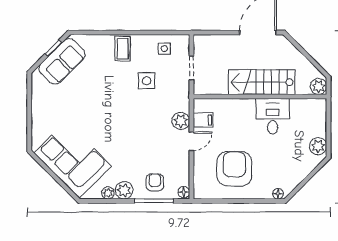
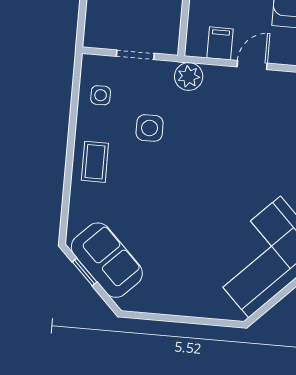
coffee table: (123, 49) -> (95, 162), turned 90
plant: (181, 121) -> (189, 77), moved
door: (191, 141) -> (252, 65), hinge flipped

